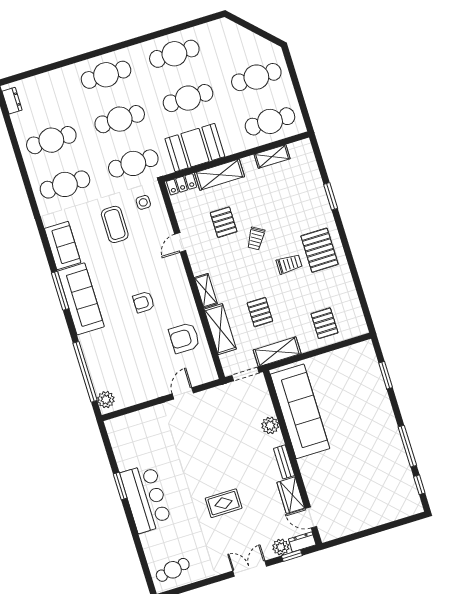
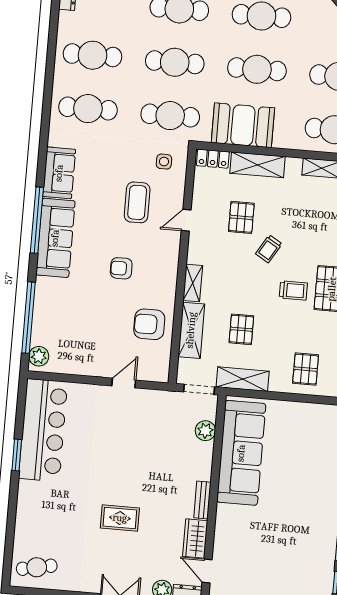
coffee table: (115, 224) -> (137, 202), moved
window: (60, 291) -> (37, 220), width x1.46
plant: (270, 425) -> (205, 431), moved
bar counter: (146, 498) -> (43, 430), moved, width x1.36

